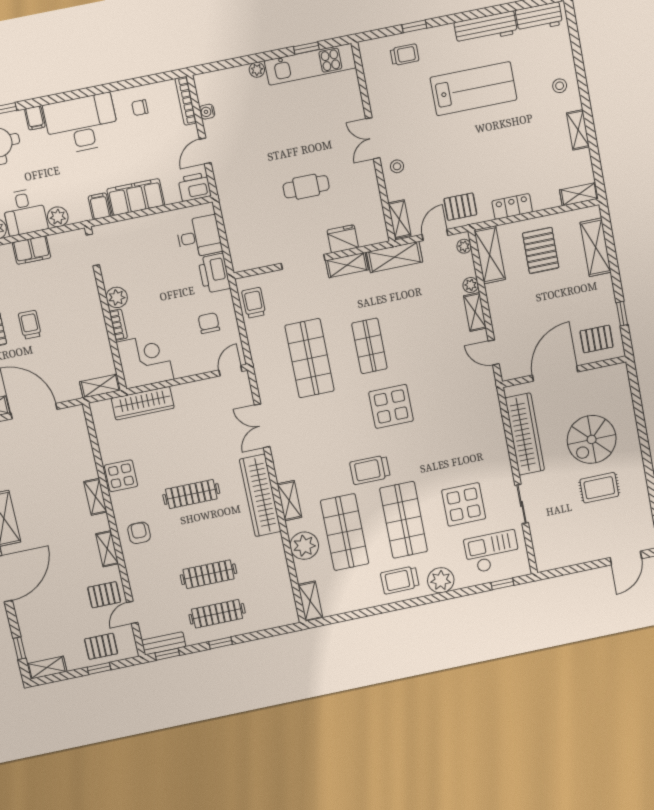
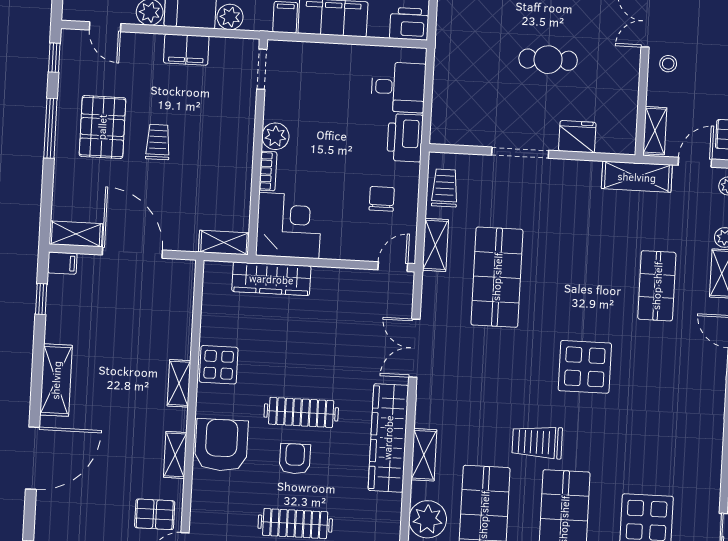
shelving: (347, 265) -> (435, 245), moved, turned 90
shop shelf: (369, 346) -> (657, 286), moved
armchair: (196, 528) -> (295, 459), added
armchair: (139, 533) -> (221, 445), width x1.88, depth x1.88

